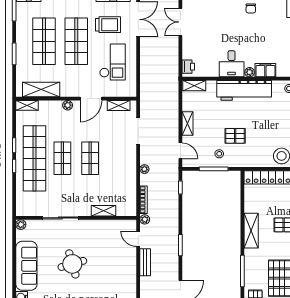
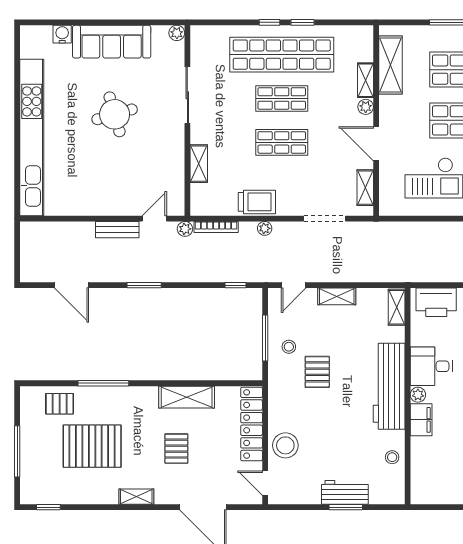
printer: (188, 67) -> (436, 302), width x1.87, depth x1.48
shelving: (27, 105) -> (365, 80), moved
trolley: (128, 174) -> (257, 202), added
shelving: (251, 231) -> (187, 397), moved

